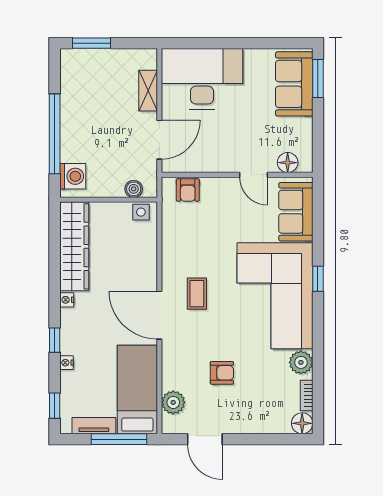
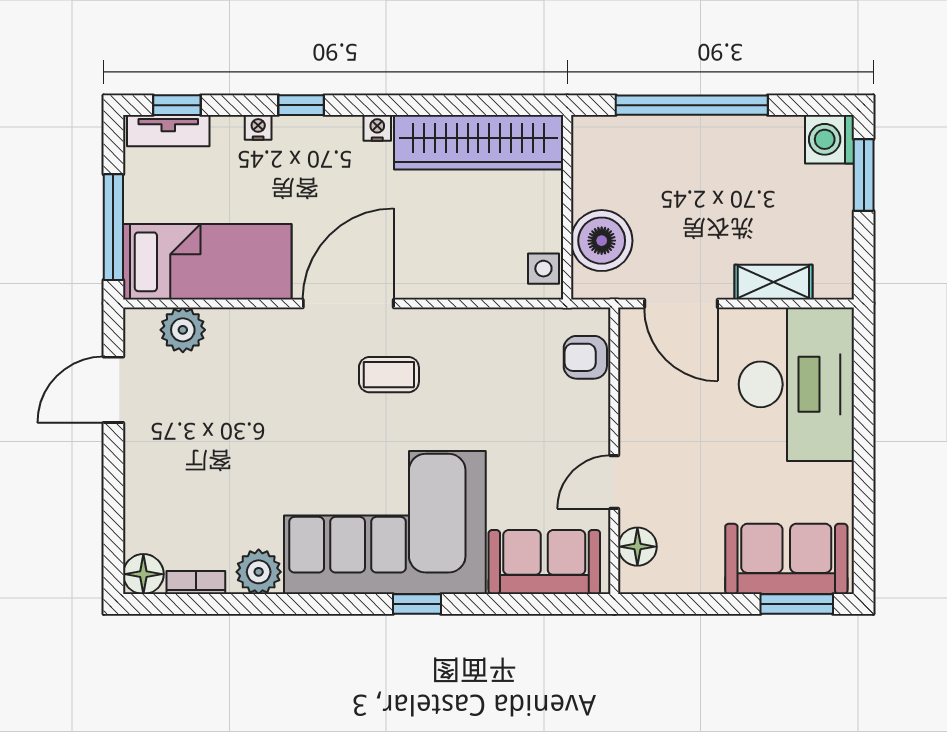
washing machine: (73, 176) -> (830, 139), moved, turned 90
boiler: (134, 189) -> (602, 241), width x1.86, depth x1.86
armchair: (222, 373) -> (239, 422), removed
tv unit: (94, 426) -> (168, 131), moved, turned 90

